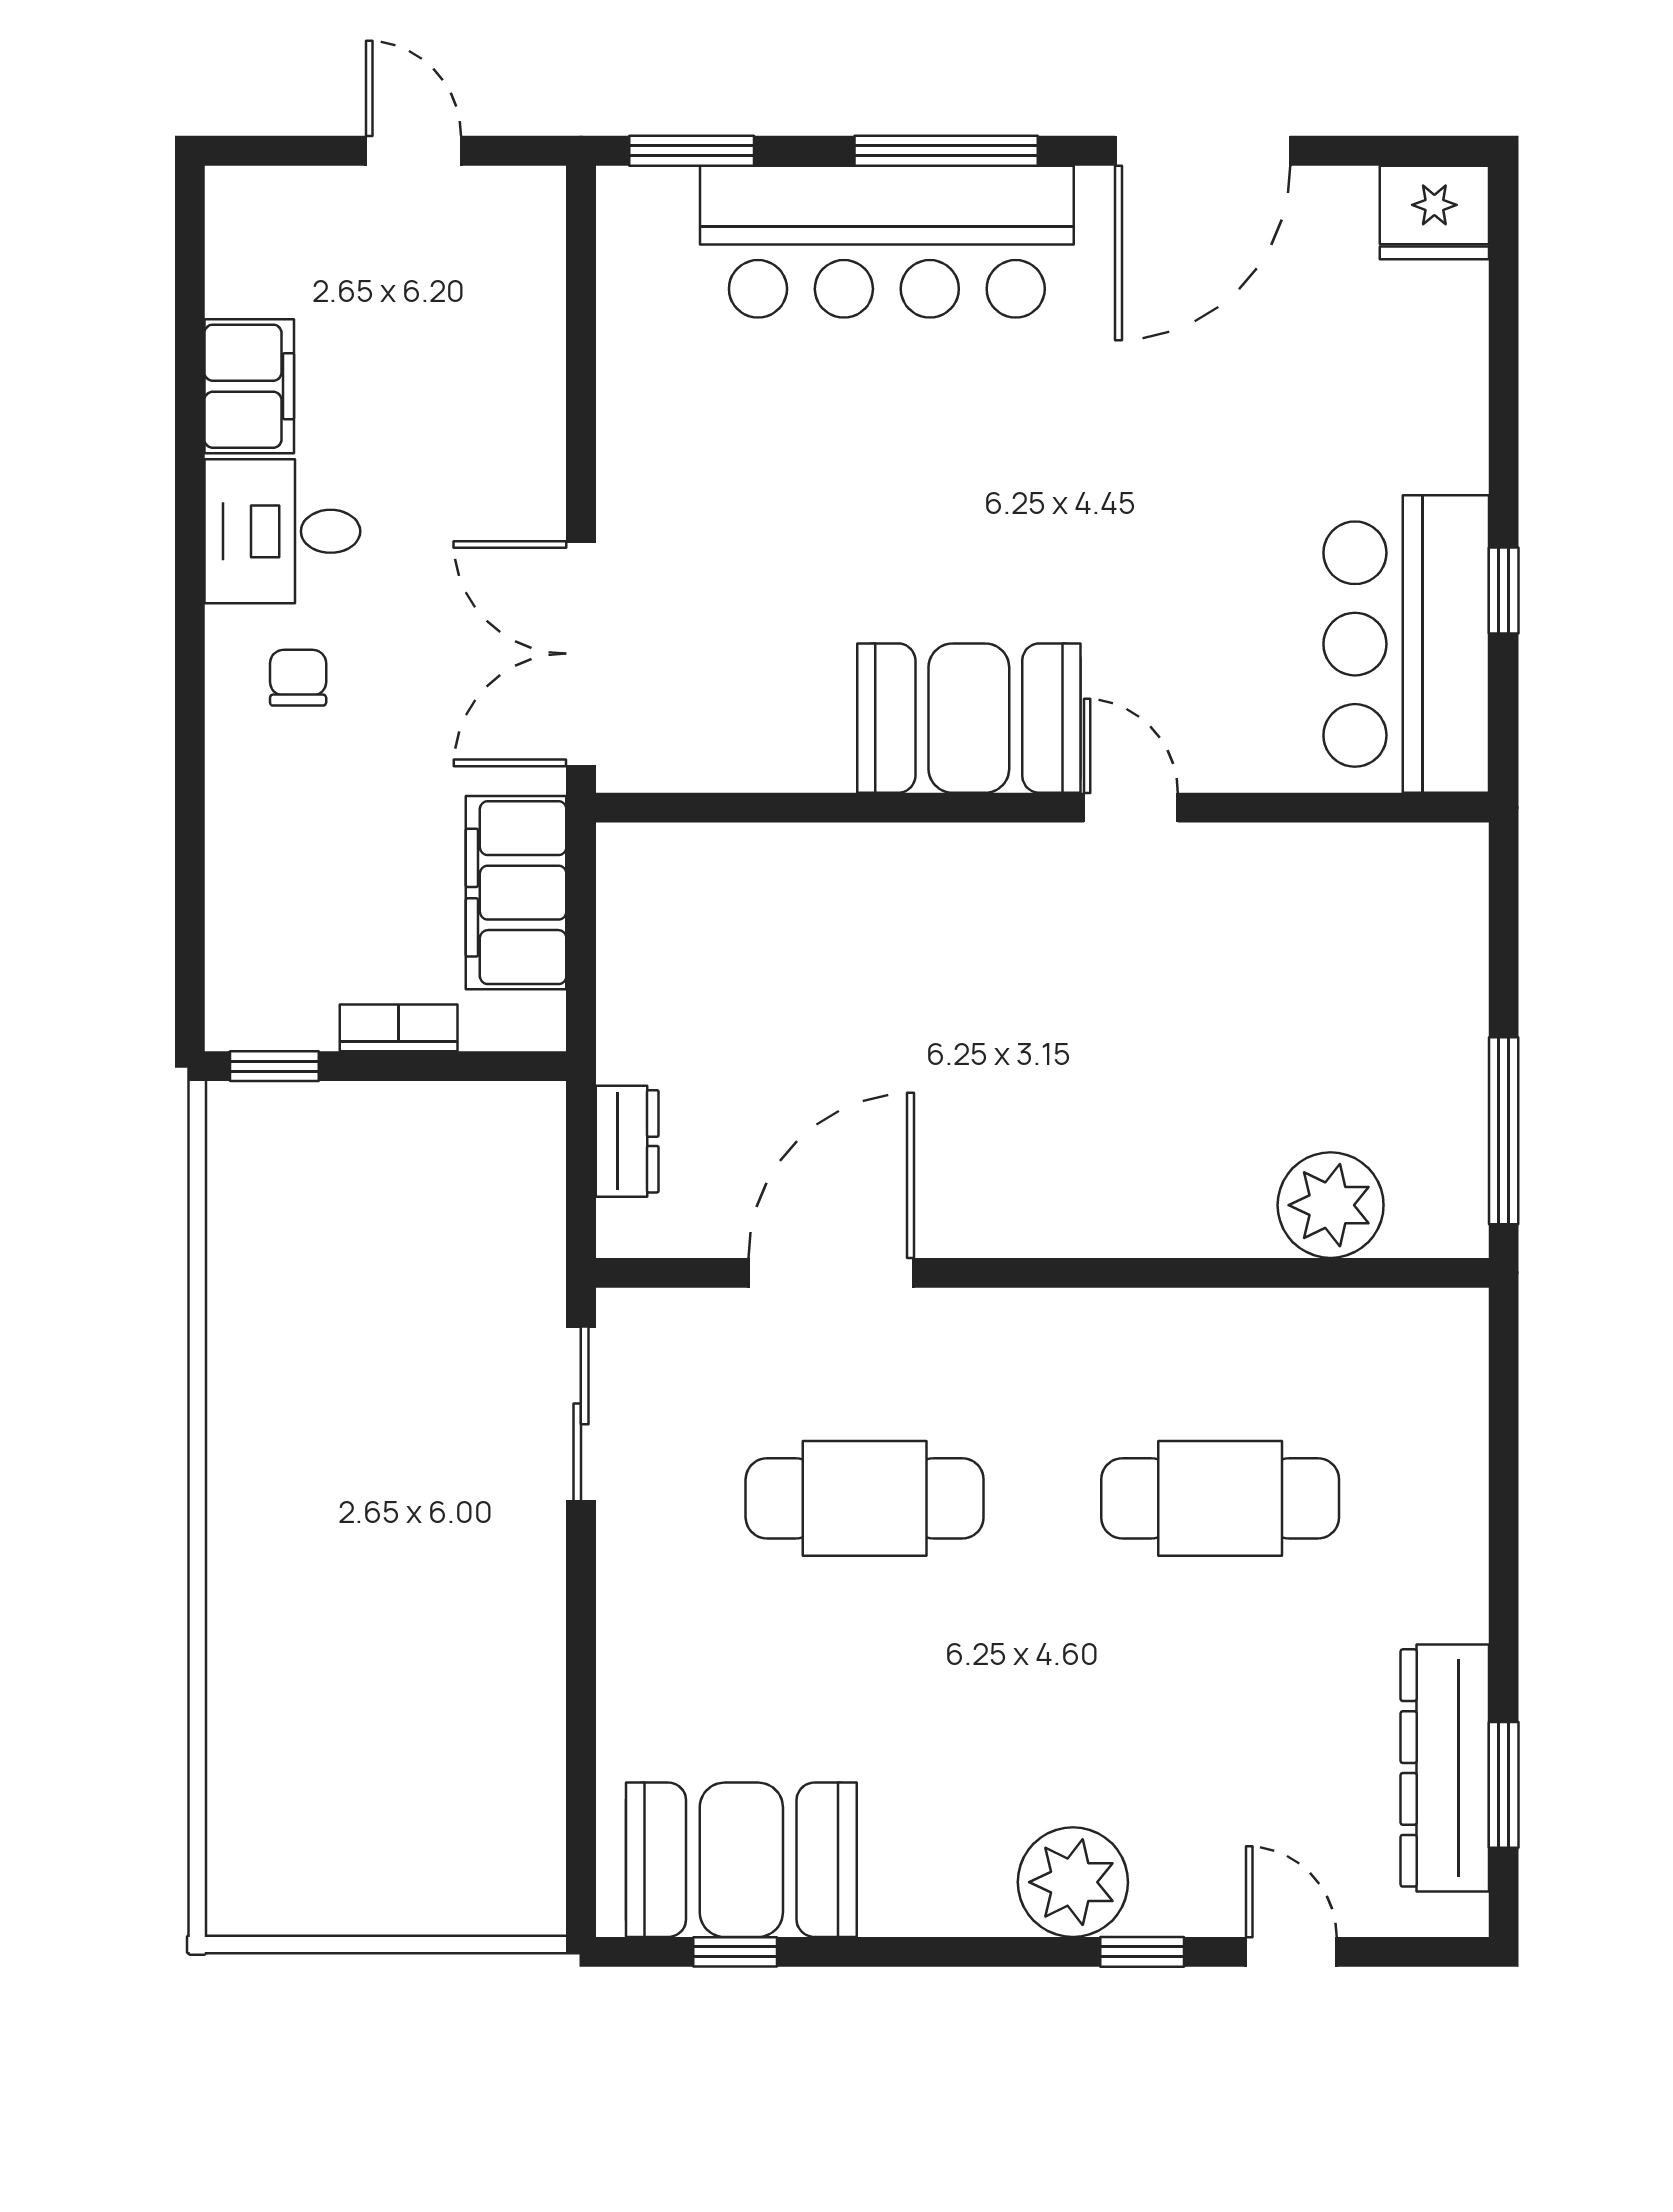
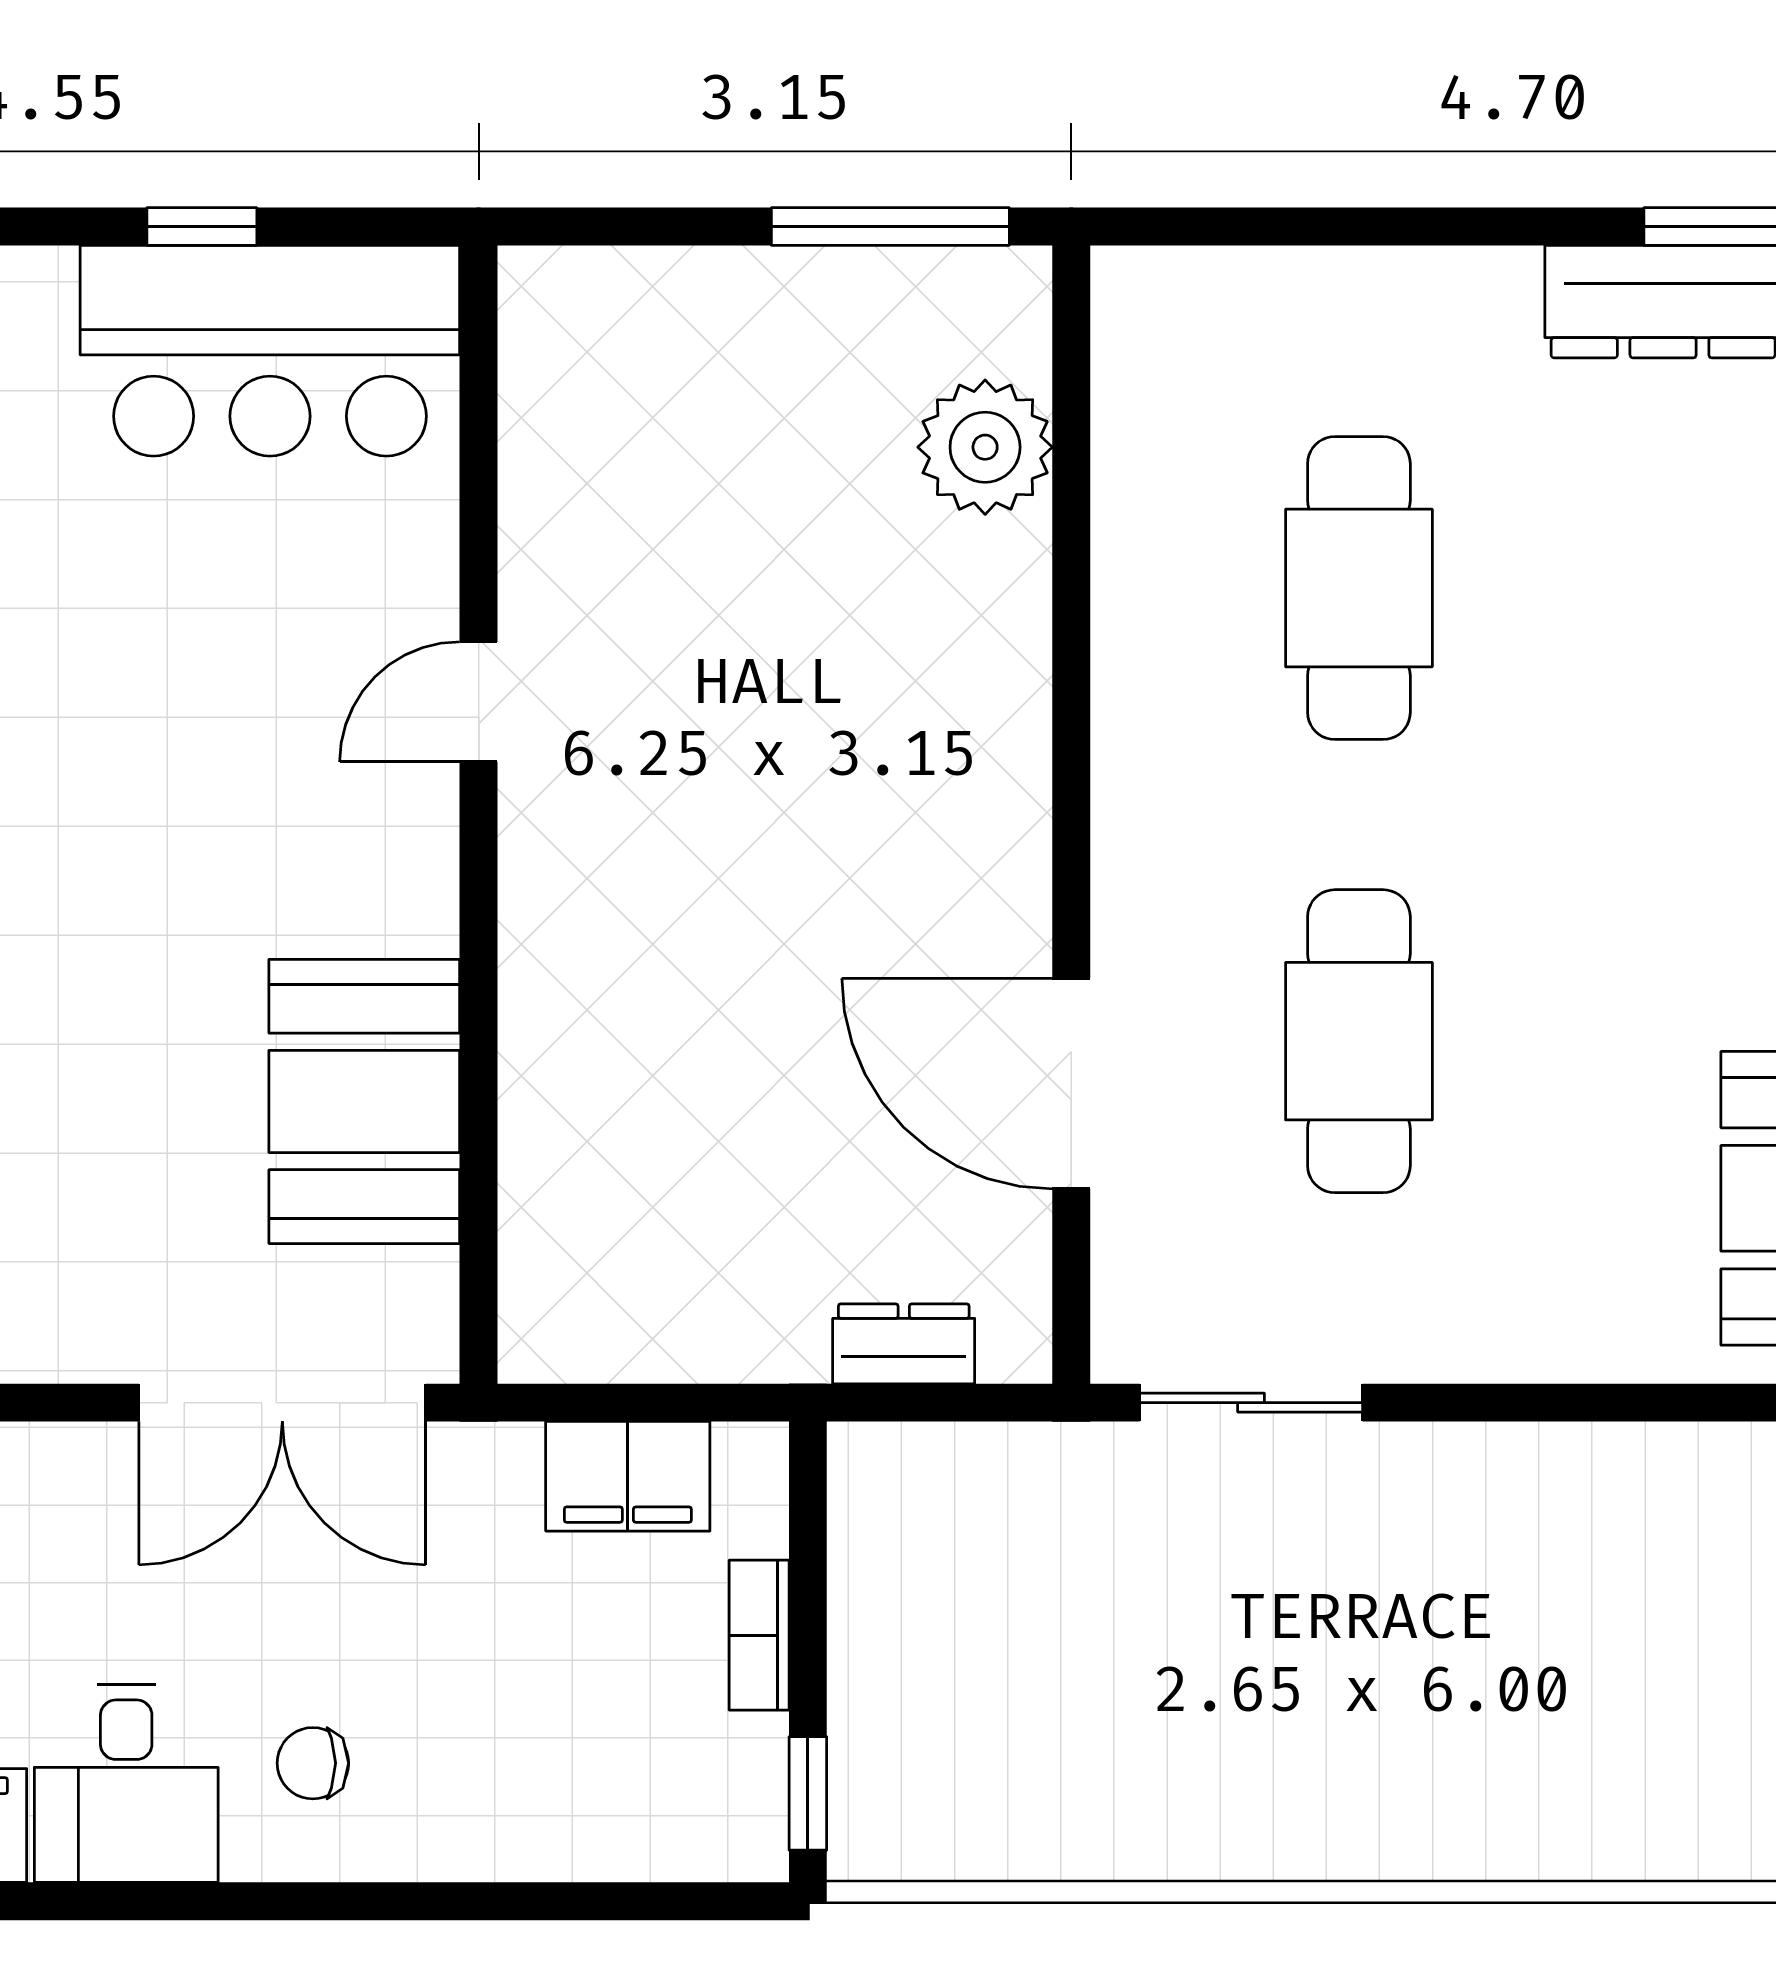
booth: (969, 718) -> (364, 1101), moved
filing cabinet: (516, 893) -> (628, 1476), width x0.67, depth x0.86

